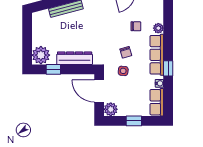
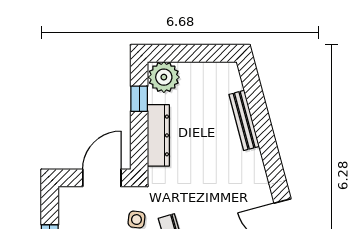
plant: (111, 109) -> (70, 198), removed

